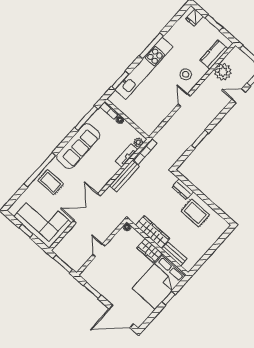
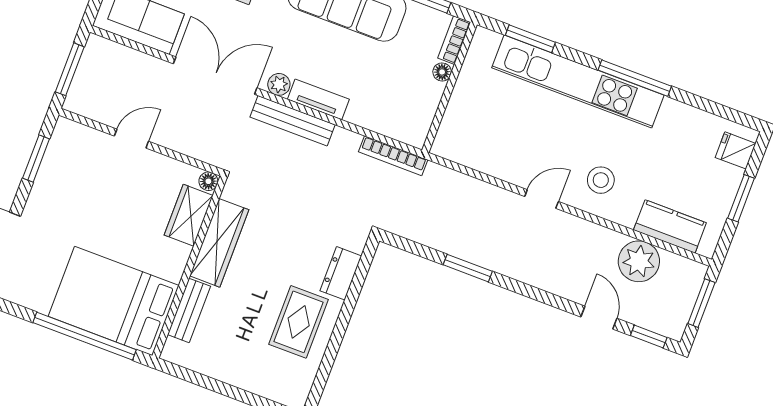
plant: (138, 142) -> (279, 84), moved
tv unit: (127, 155) -> (318, 99), moved
bench: (124, 176) -> (293, 121), moved
wardrobe: (150, 251) -> (189, 215), moved
window: (169, 298) -> (85, 336), width x3.17

